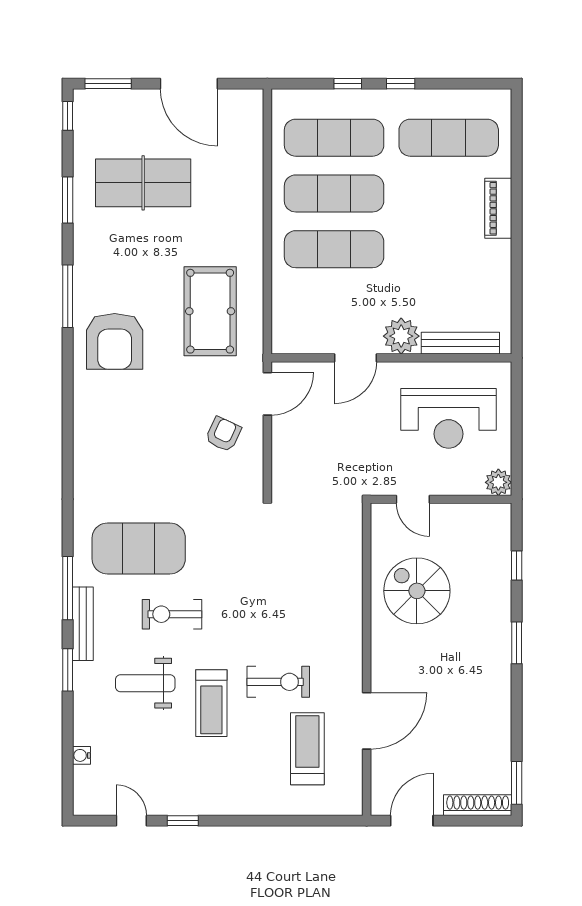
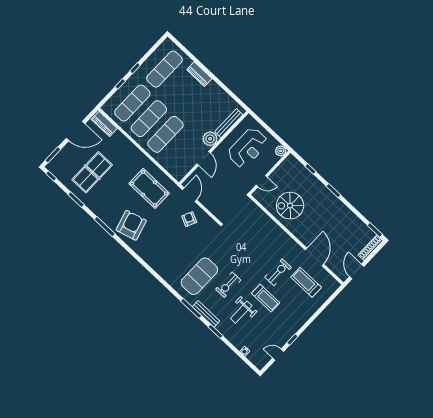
piano: (250, 123) -> (104, 124), added
armchair: (115, 341) -> (131, 225), turned -106

